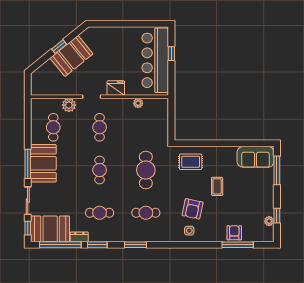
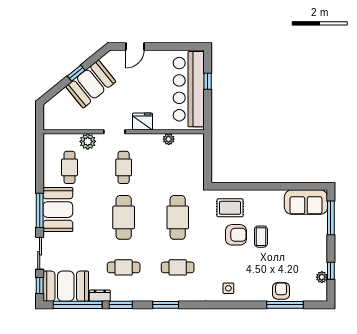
door: (109, 24) -> (135, 46), added
cafe table: (100, 170) -> (124, 217), width x1.37, depth x1.35
armchair: (192, 209) -> (236, 235), moved, turned -102

